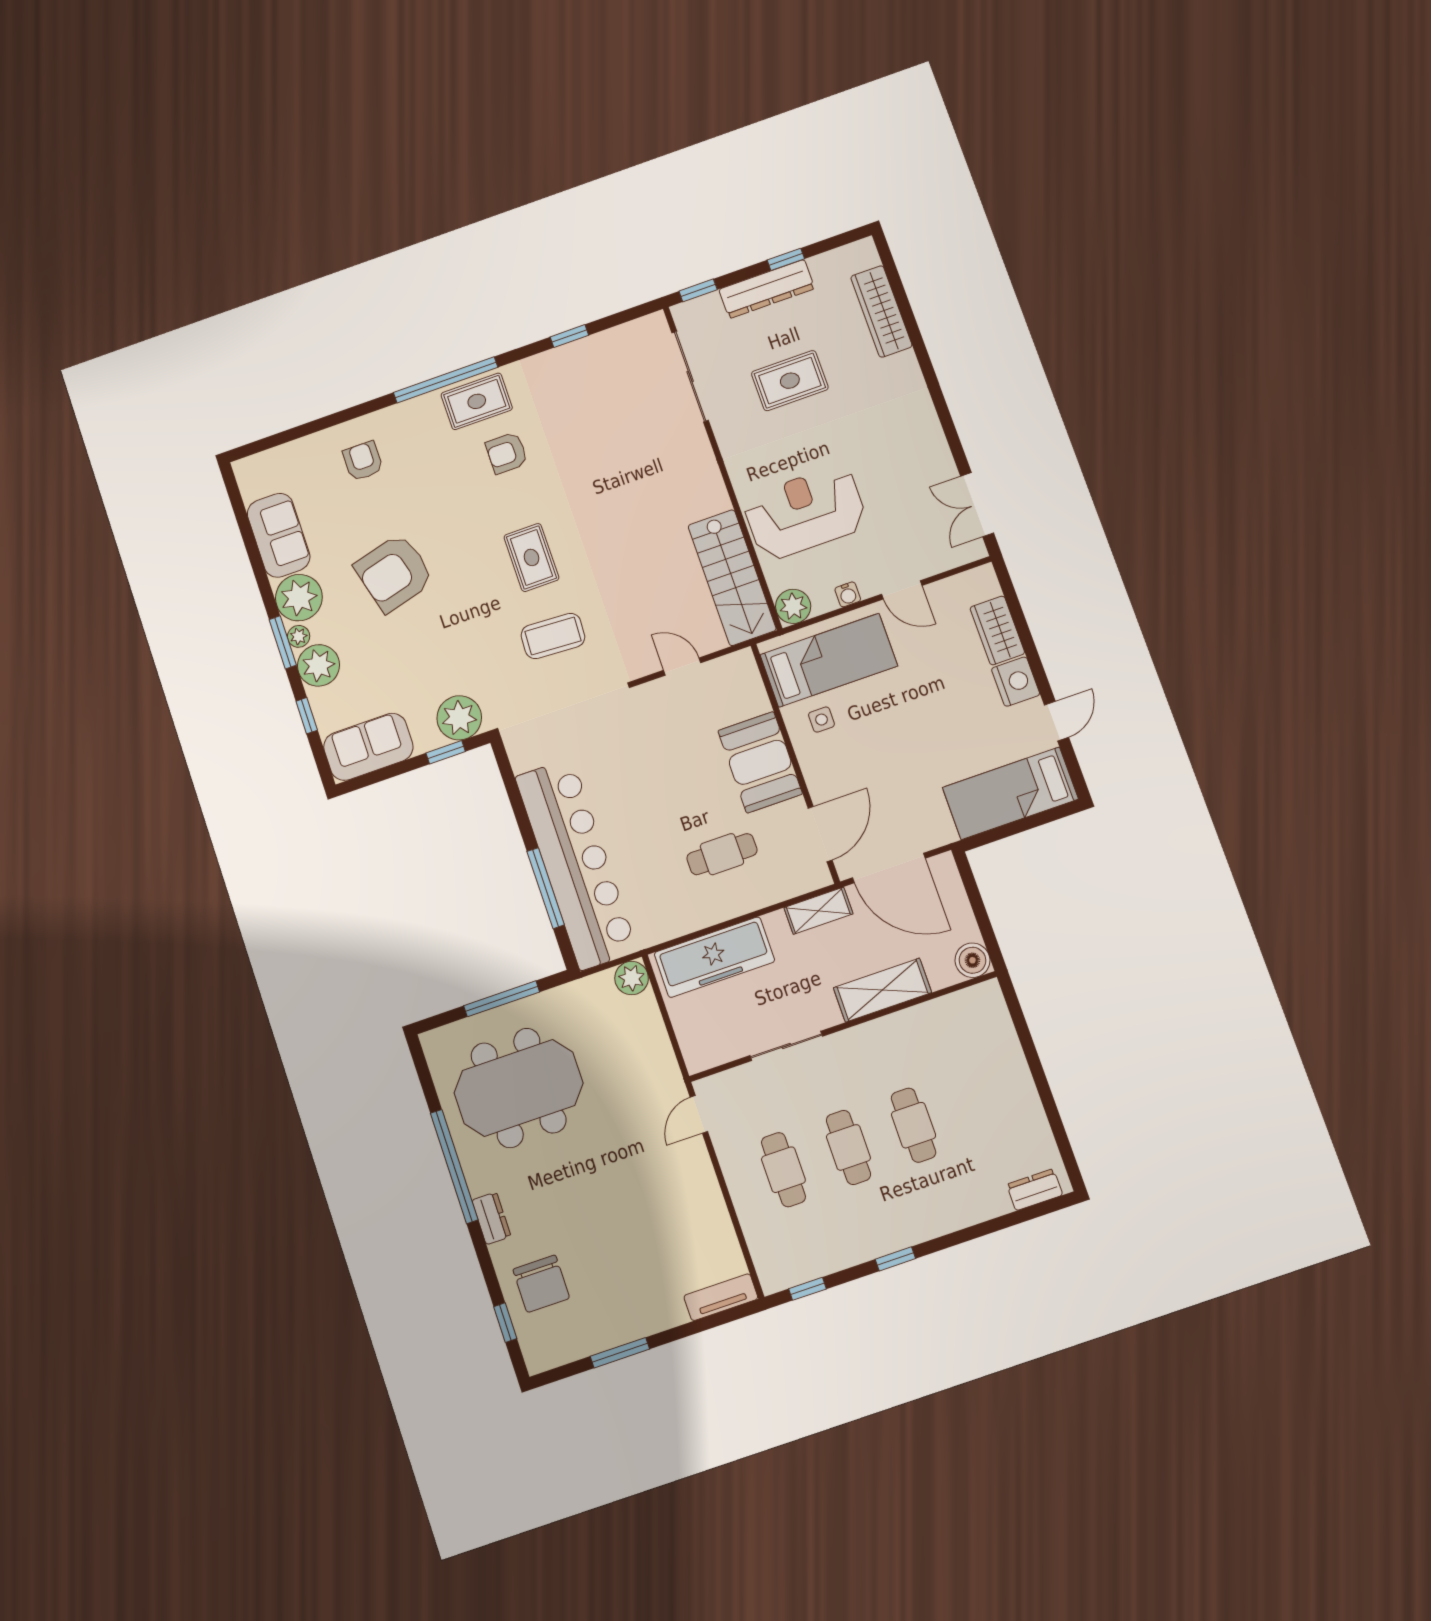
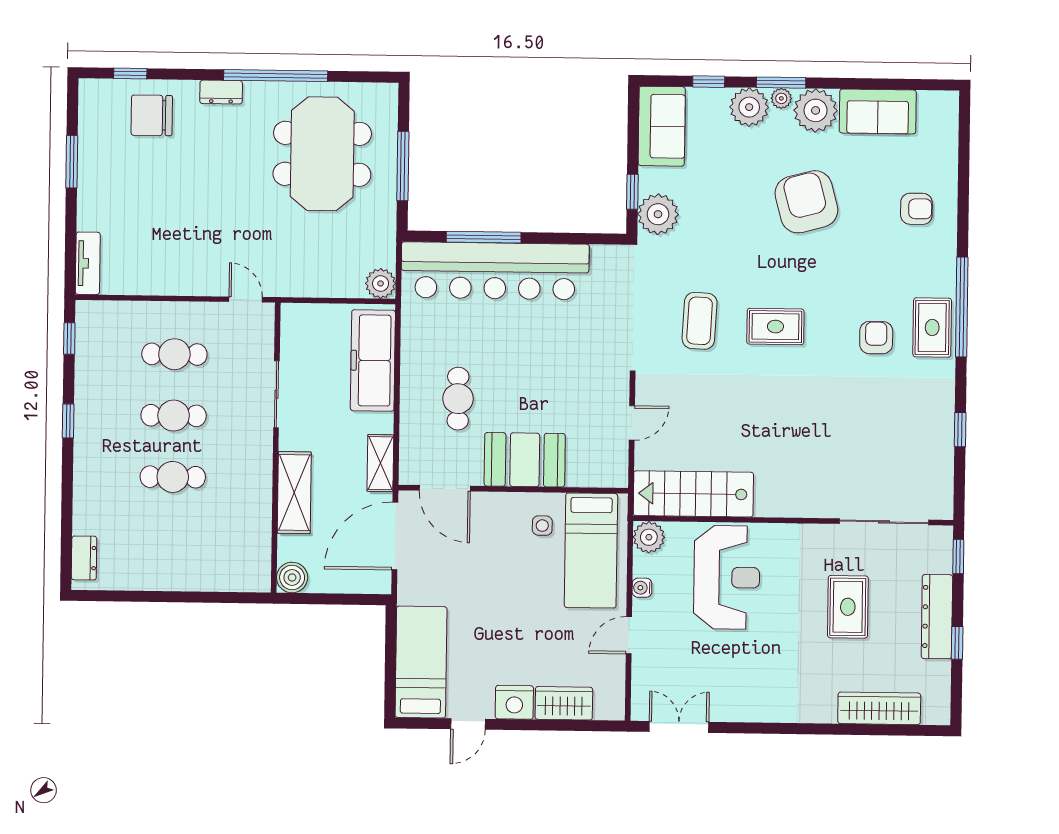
door: (1056, 721) -> (468, 724), hinge flipped

